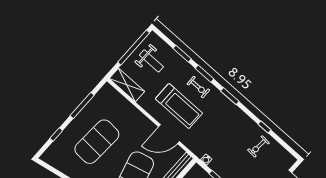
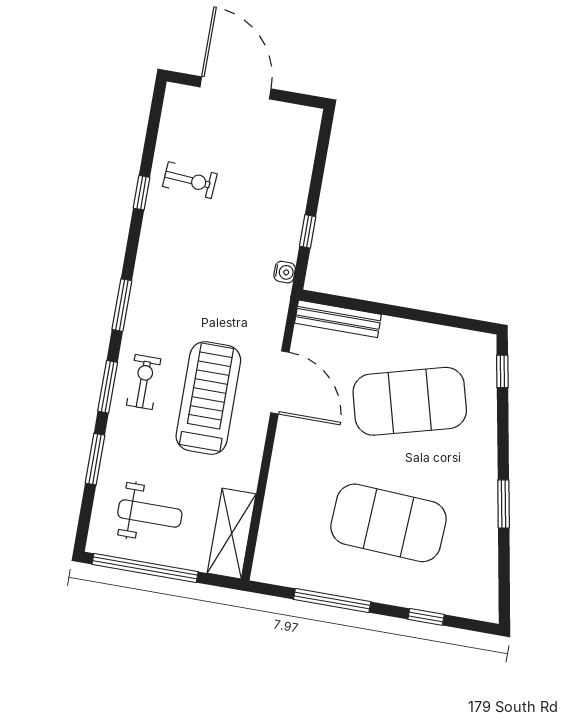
weight bench: (151, 61) -> (150, 513), turned 90

